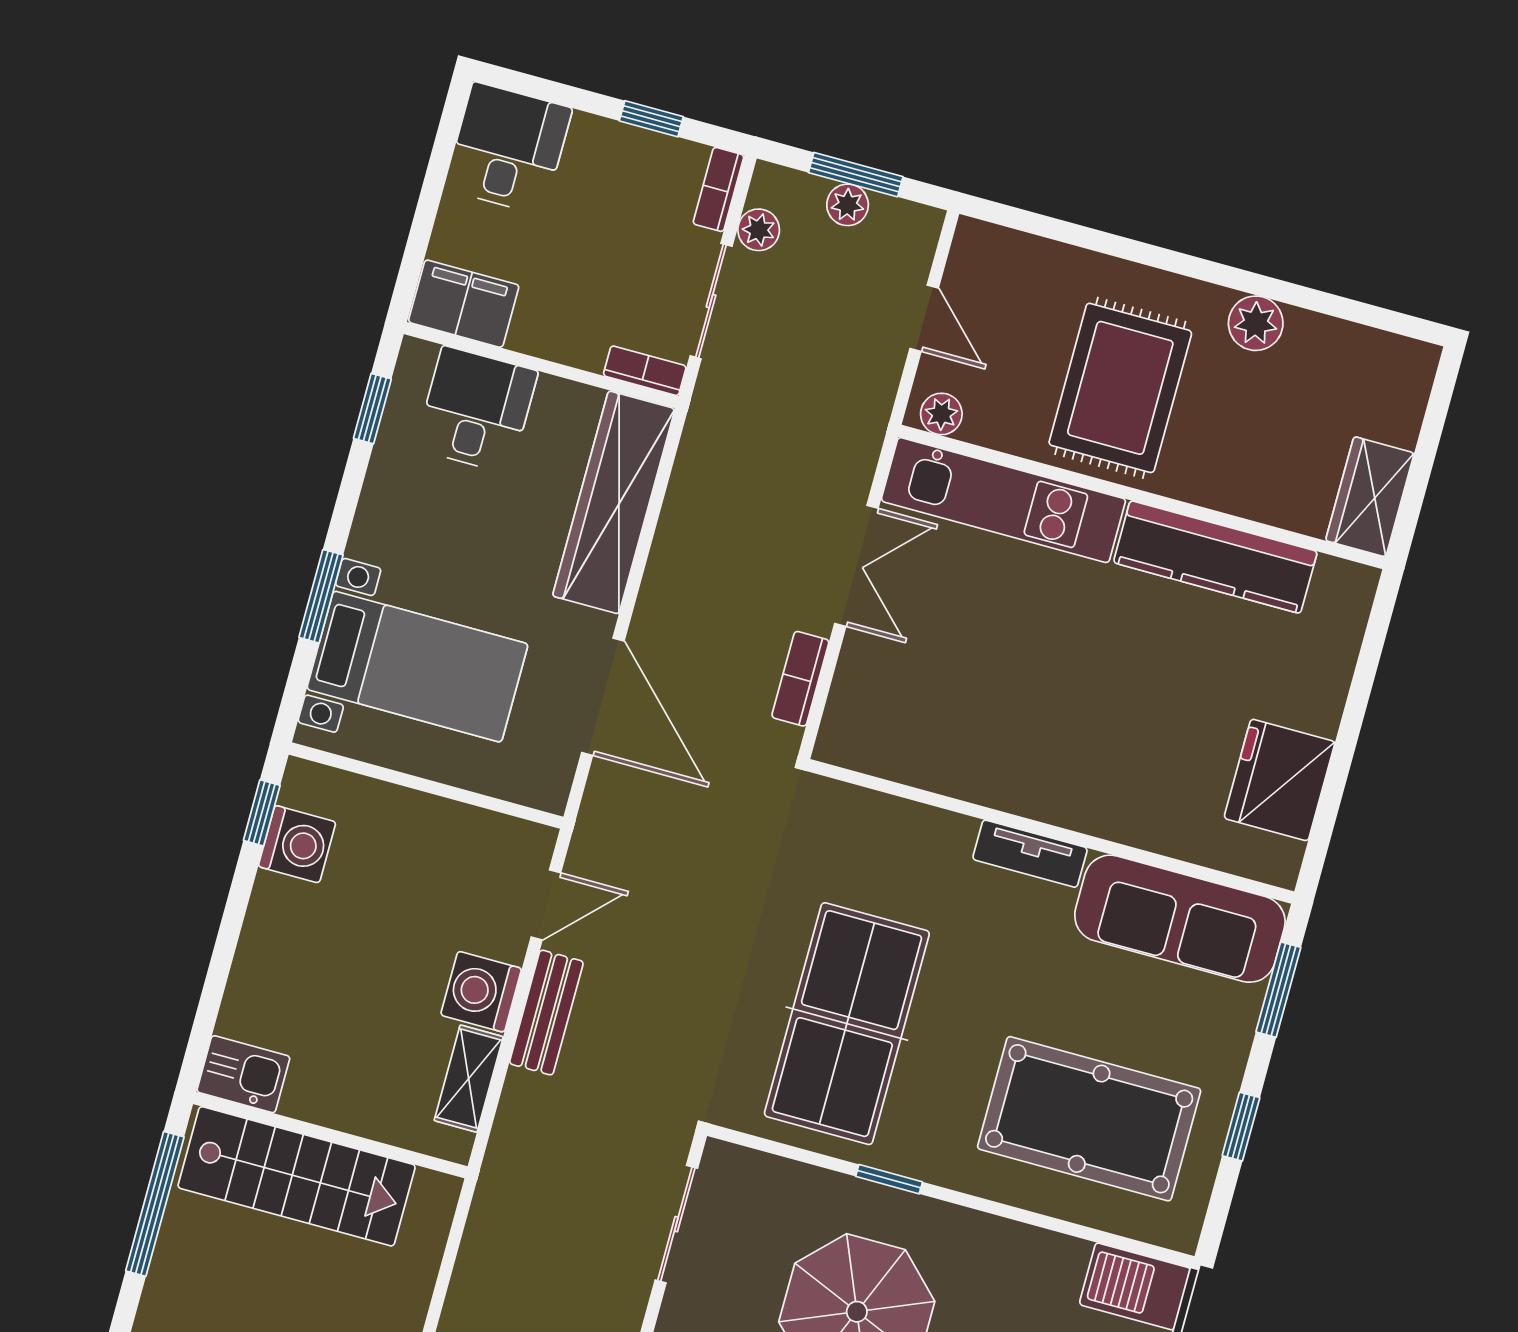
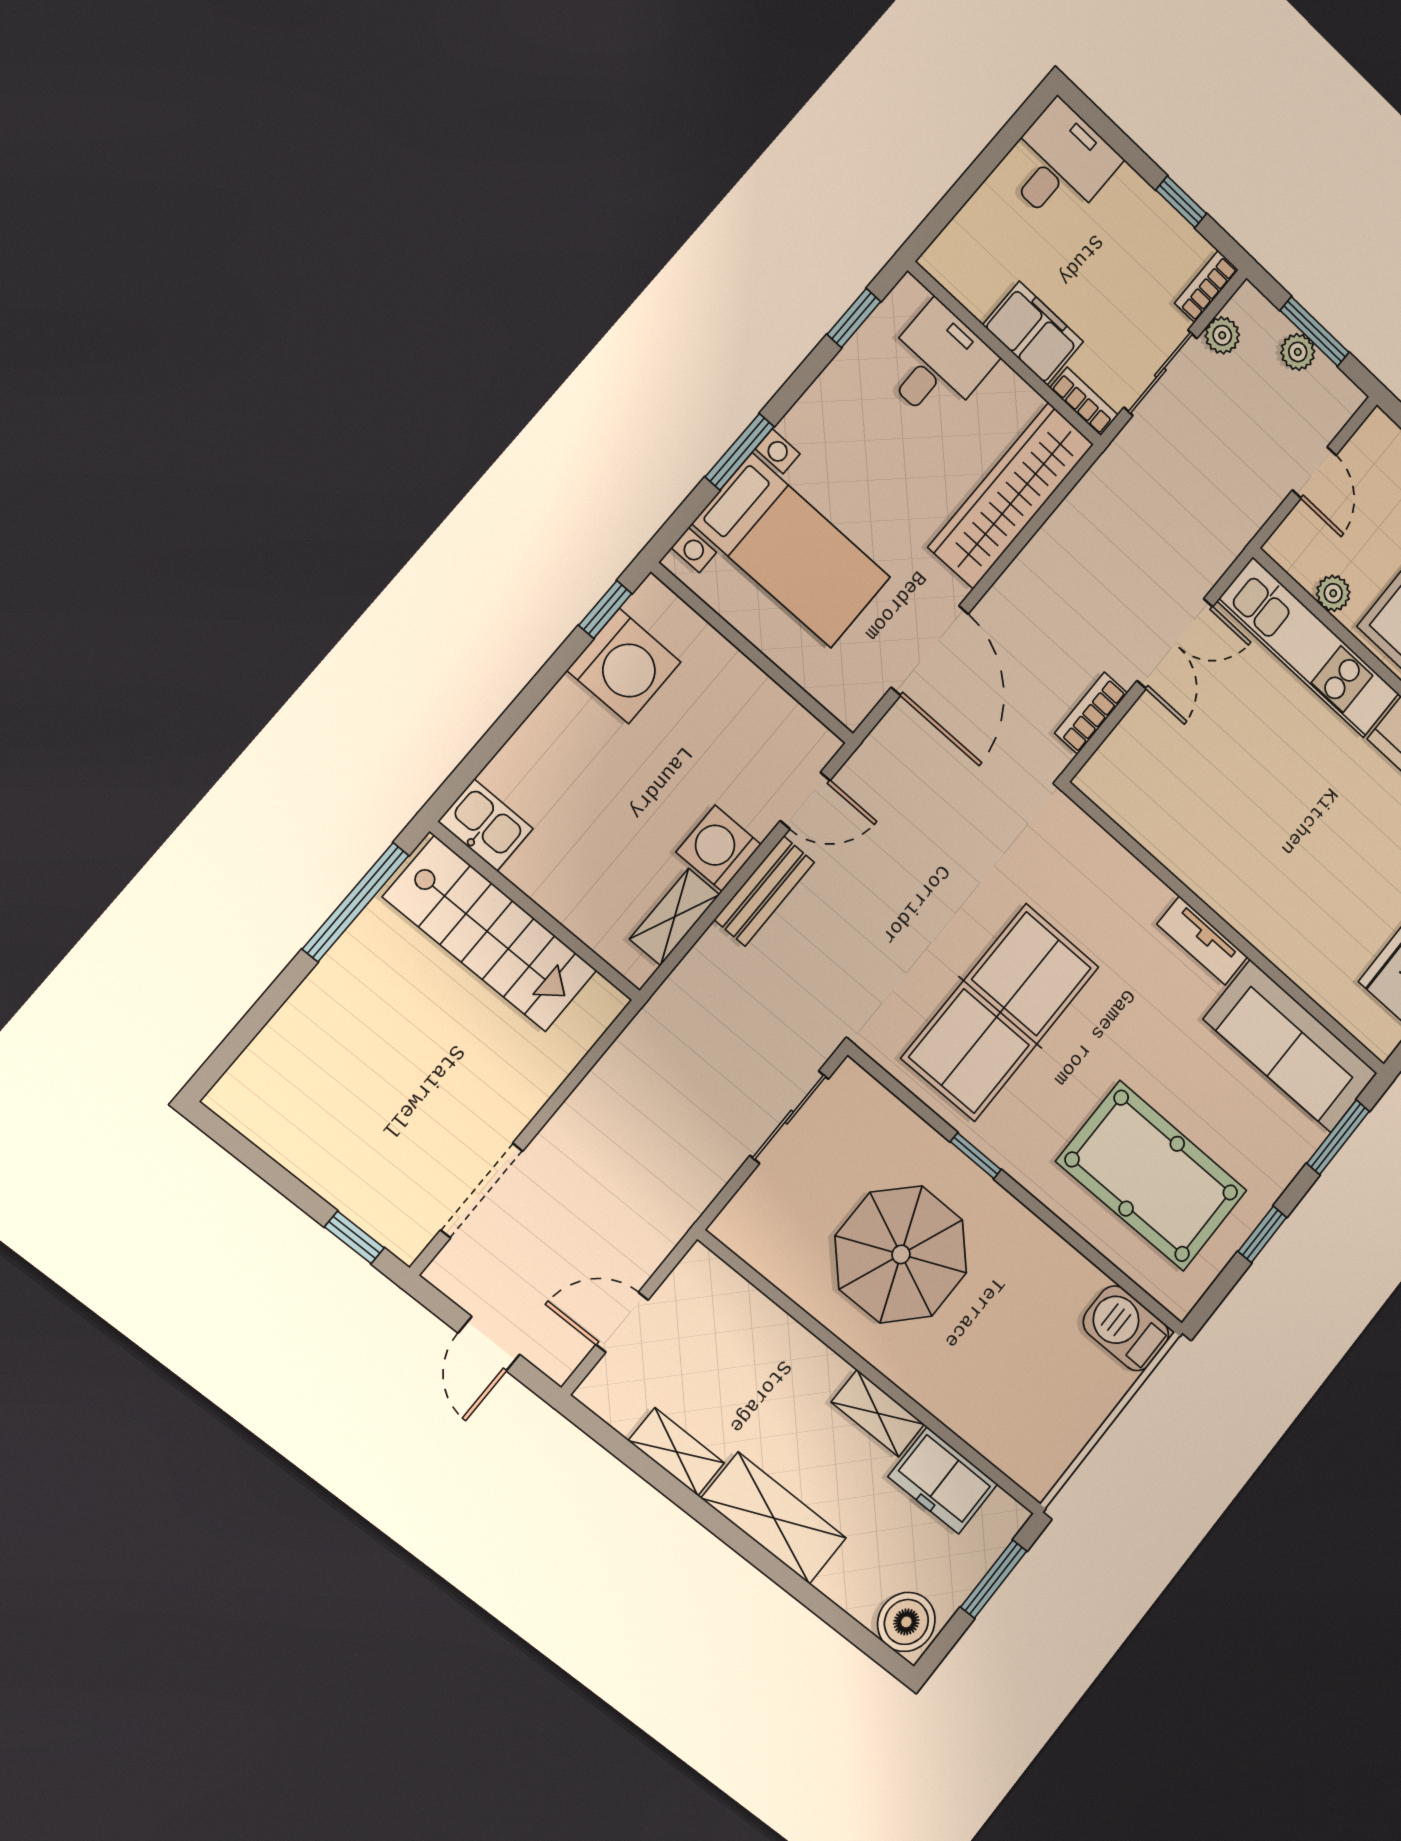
filing cabinet: (464, 304) -> (1033, 333), moved
plant: (941, 414) -> (1333, 593), moved
washing machine: (297, 844) -> (624, 666), width x1.37, depth x1.37

